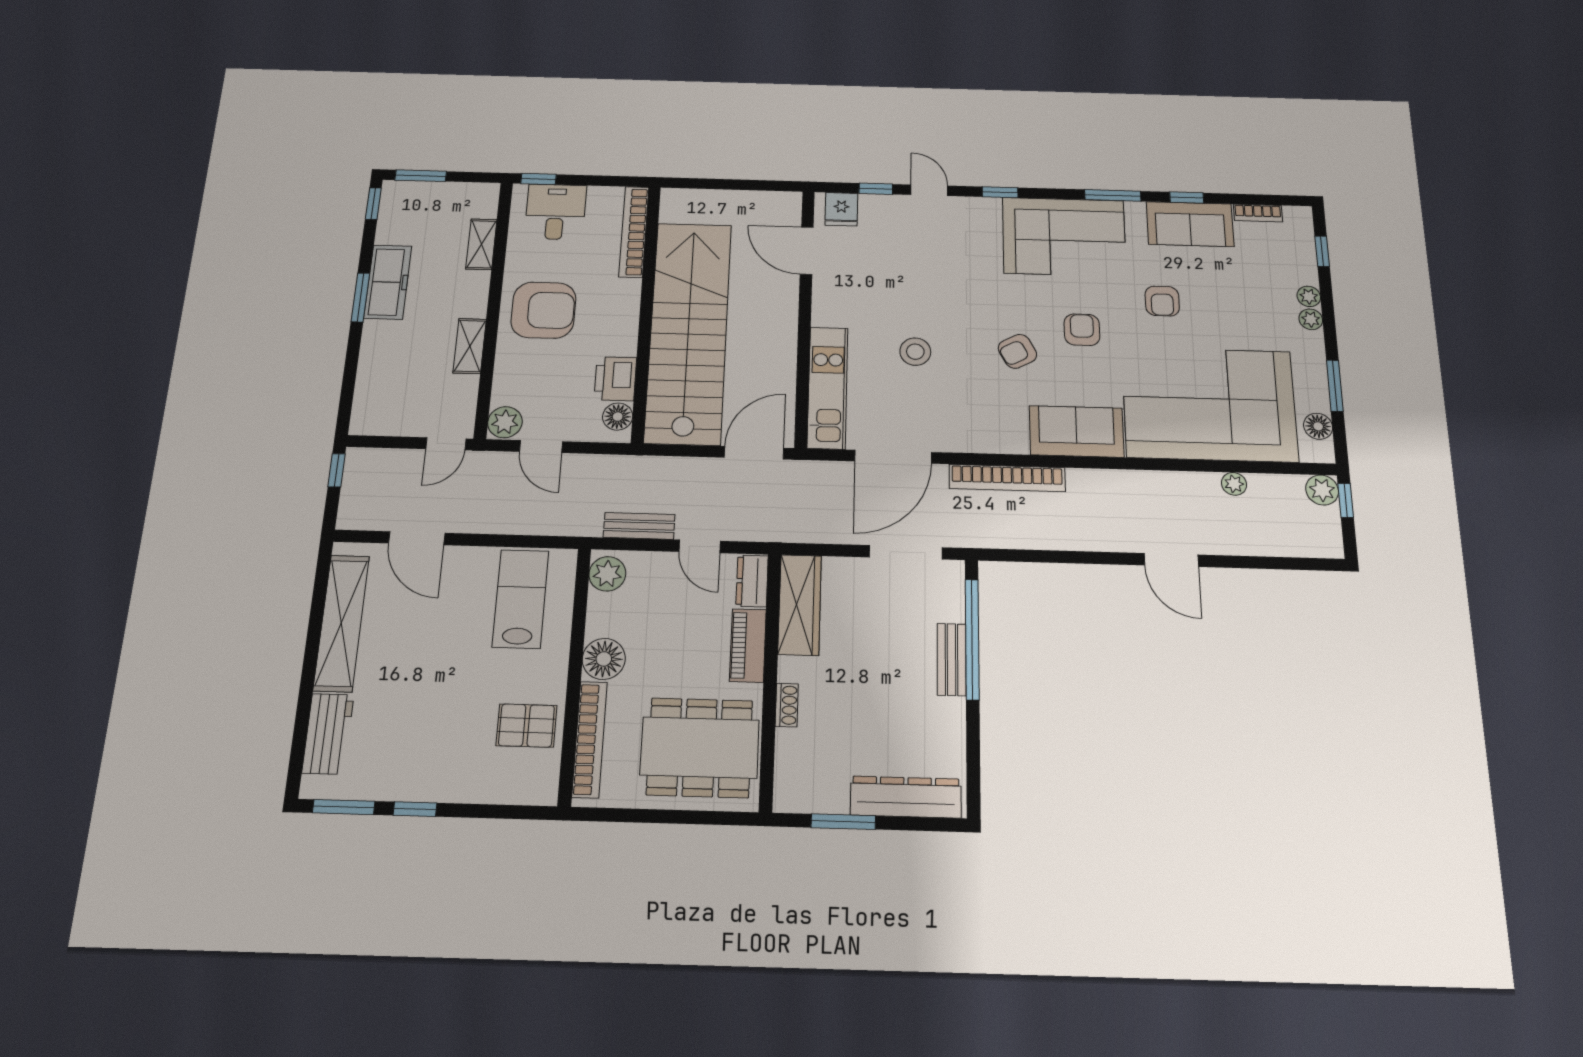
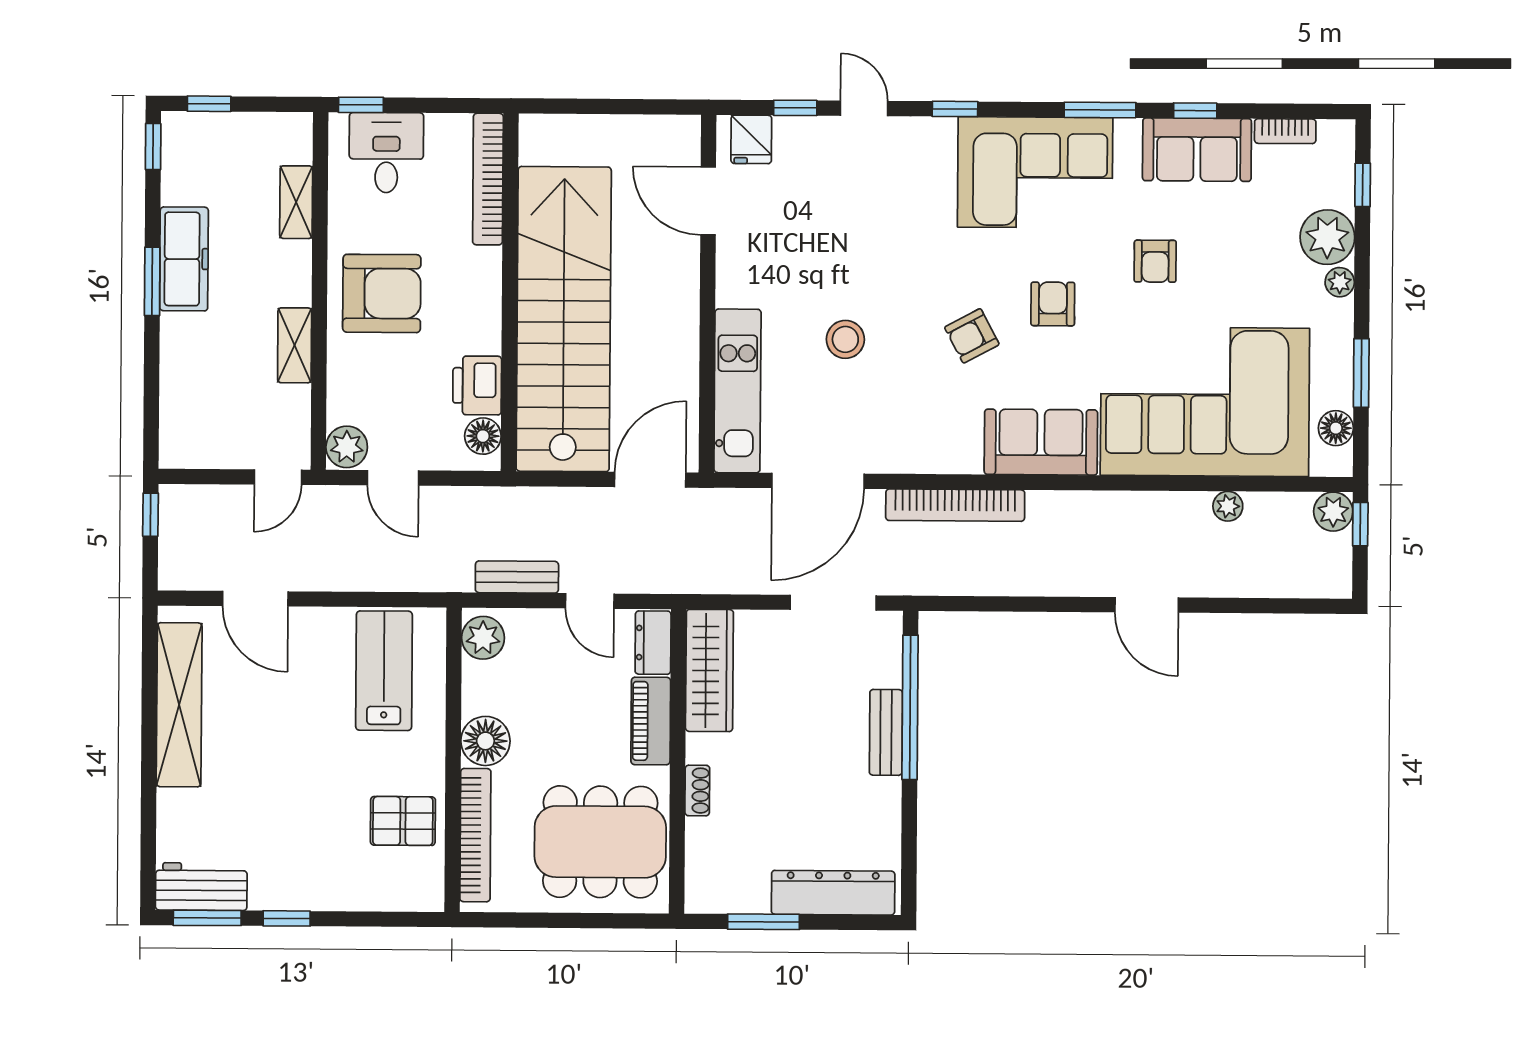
window: (421, 176) -> (209, 104), width x0.67
plant: (1309, 296) -> (1327, 237), width x1.88, depth x1.88
workbench: (328, 734) -> (201, 887), moved, turned -90

